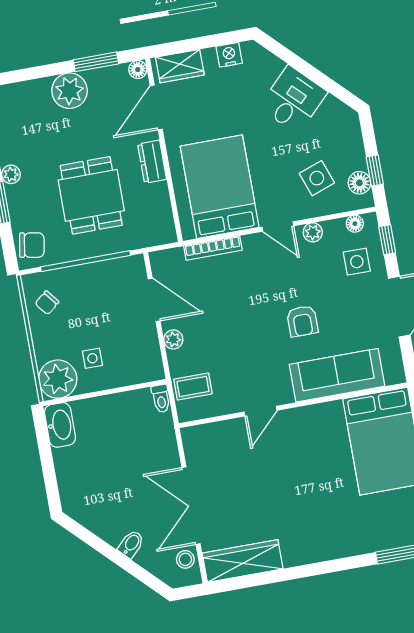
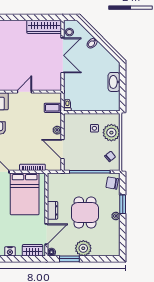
dining table: (91, 195) -> (85, 212), moved
plant: (58, 379) -> (111, 133), moved
washbasin: (60, 425) -> (114, 82), moved

